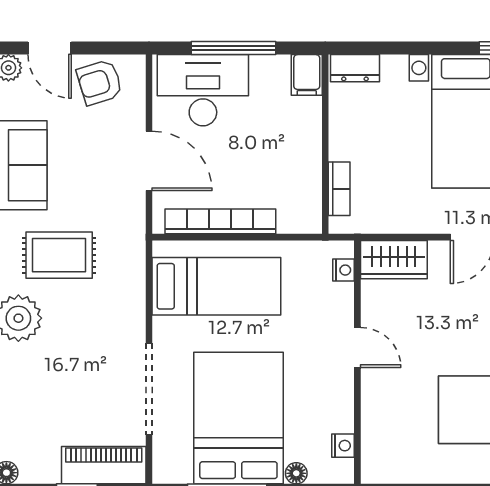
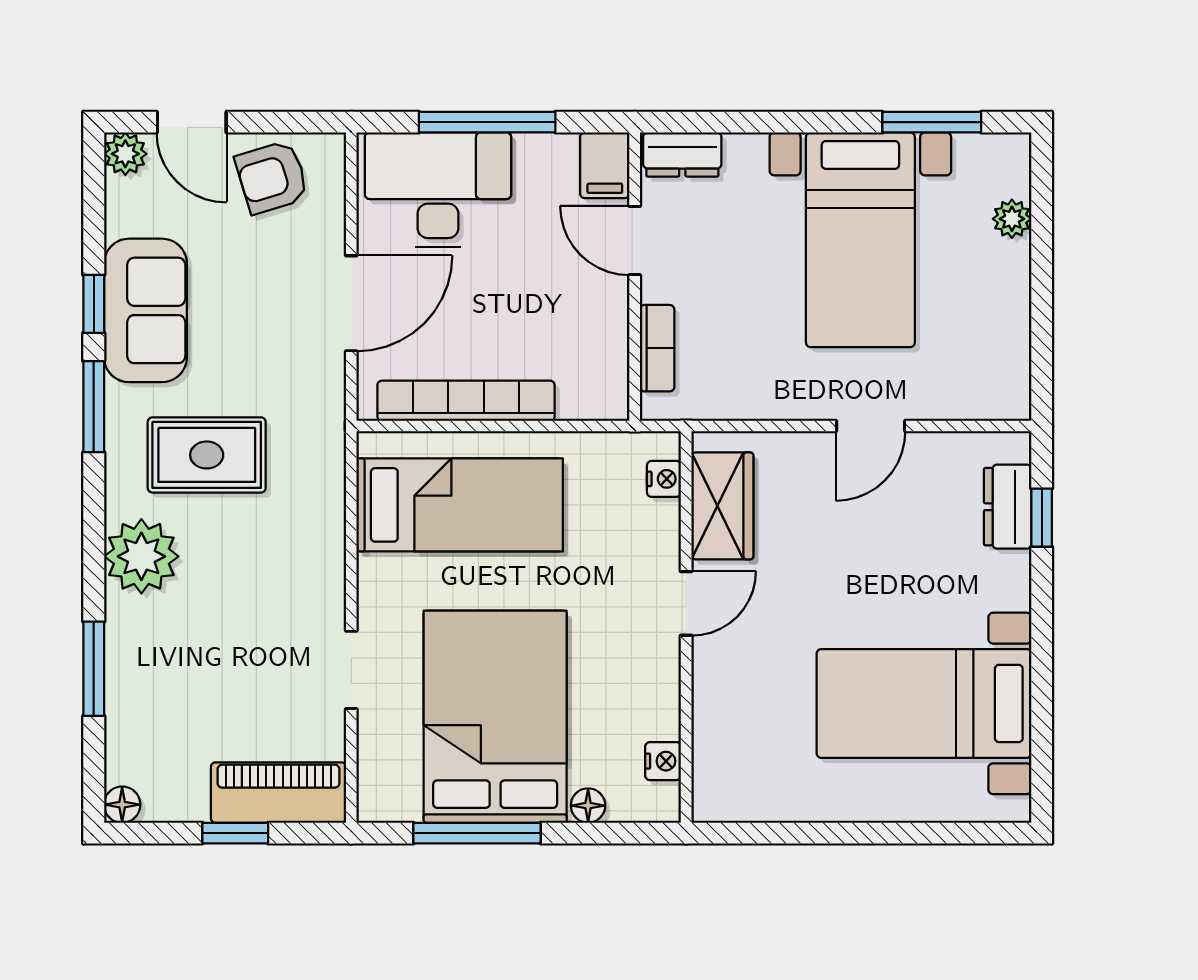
door: (325, 122) -> (635, 241), added
door: (149, 161) -> (351, 303), hinge flipped
wardrobe: (394, 260) -> (722, 506), moved, turned -90
door: (357, 347) -> (686, 603), hinge flipped
doorway: (149, 389) -> (351, 670), width x0.53

